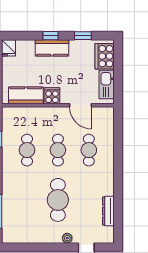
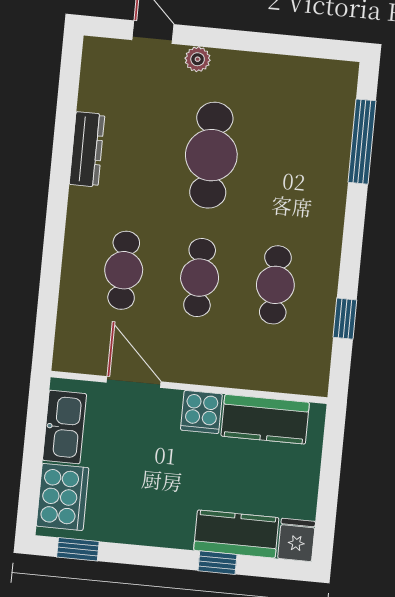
window: (50, 36) -> (217, 563), moved
window: (83, 36) -> (78, 549), moved
kitchen counter: (52, 48) -> (236, 534), moved
dresser: (108, 211) -> (87, 149), moved

